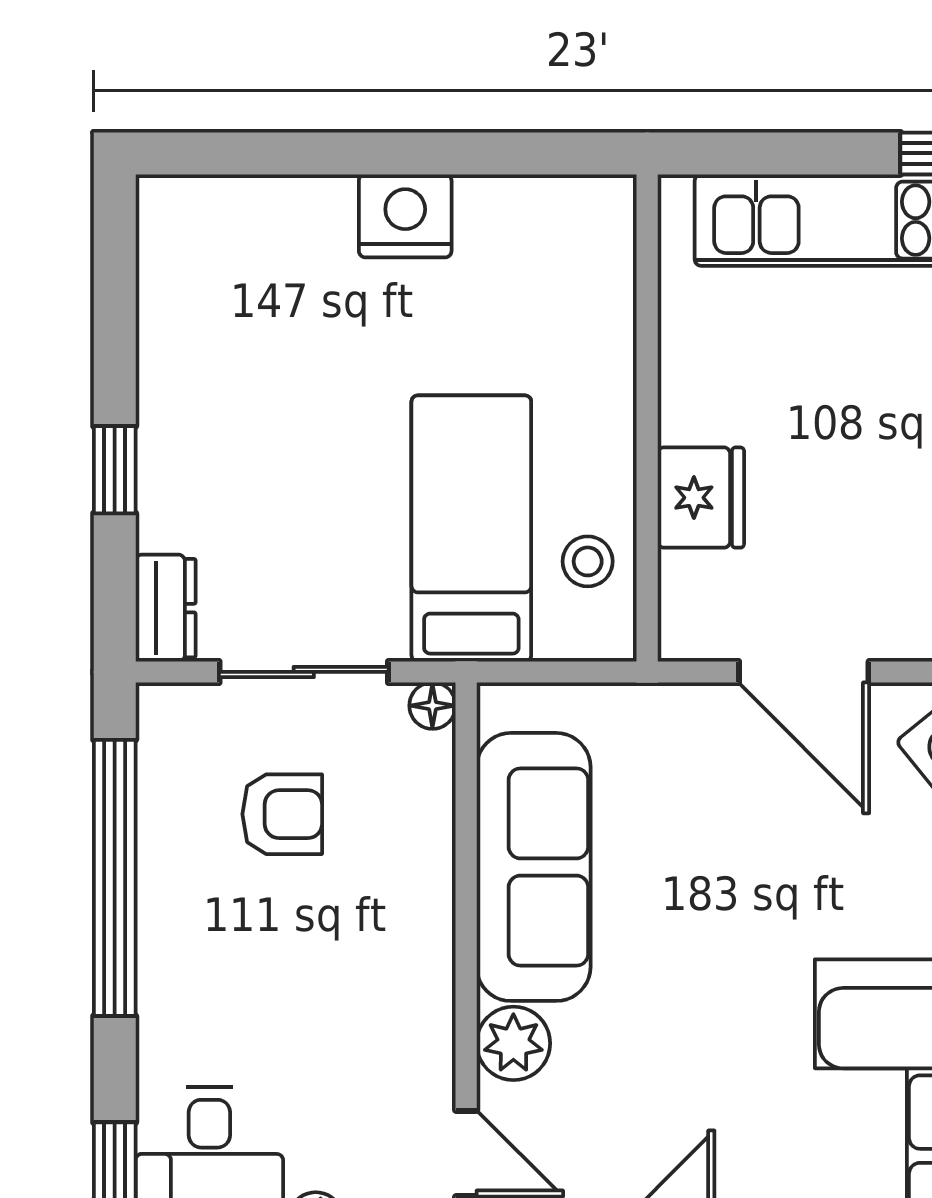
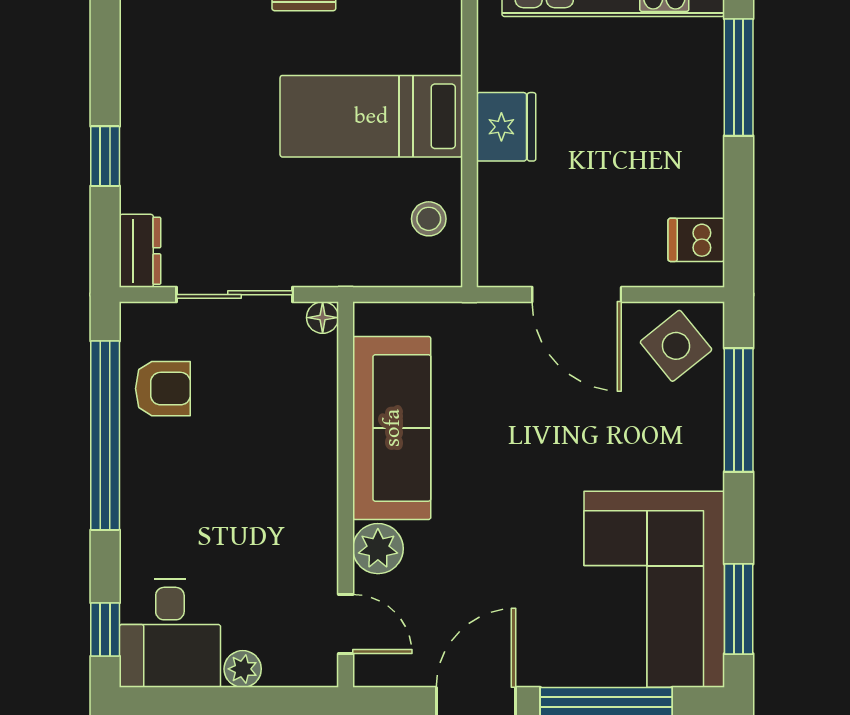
fridge: (701, 498) -> (506, 127), moved
bed: (471, 528) -> (371, 116), moved, turned -90
armchair: (282, 814) -> (163, 389), moved

